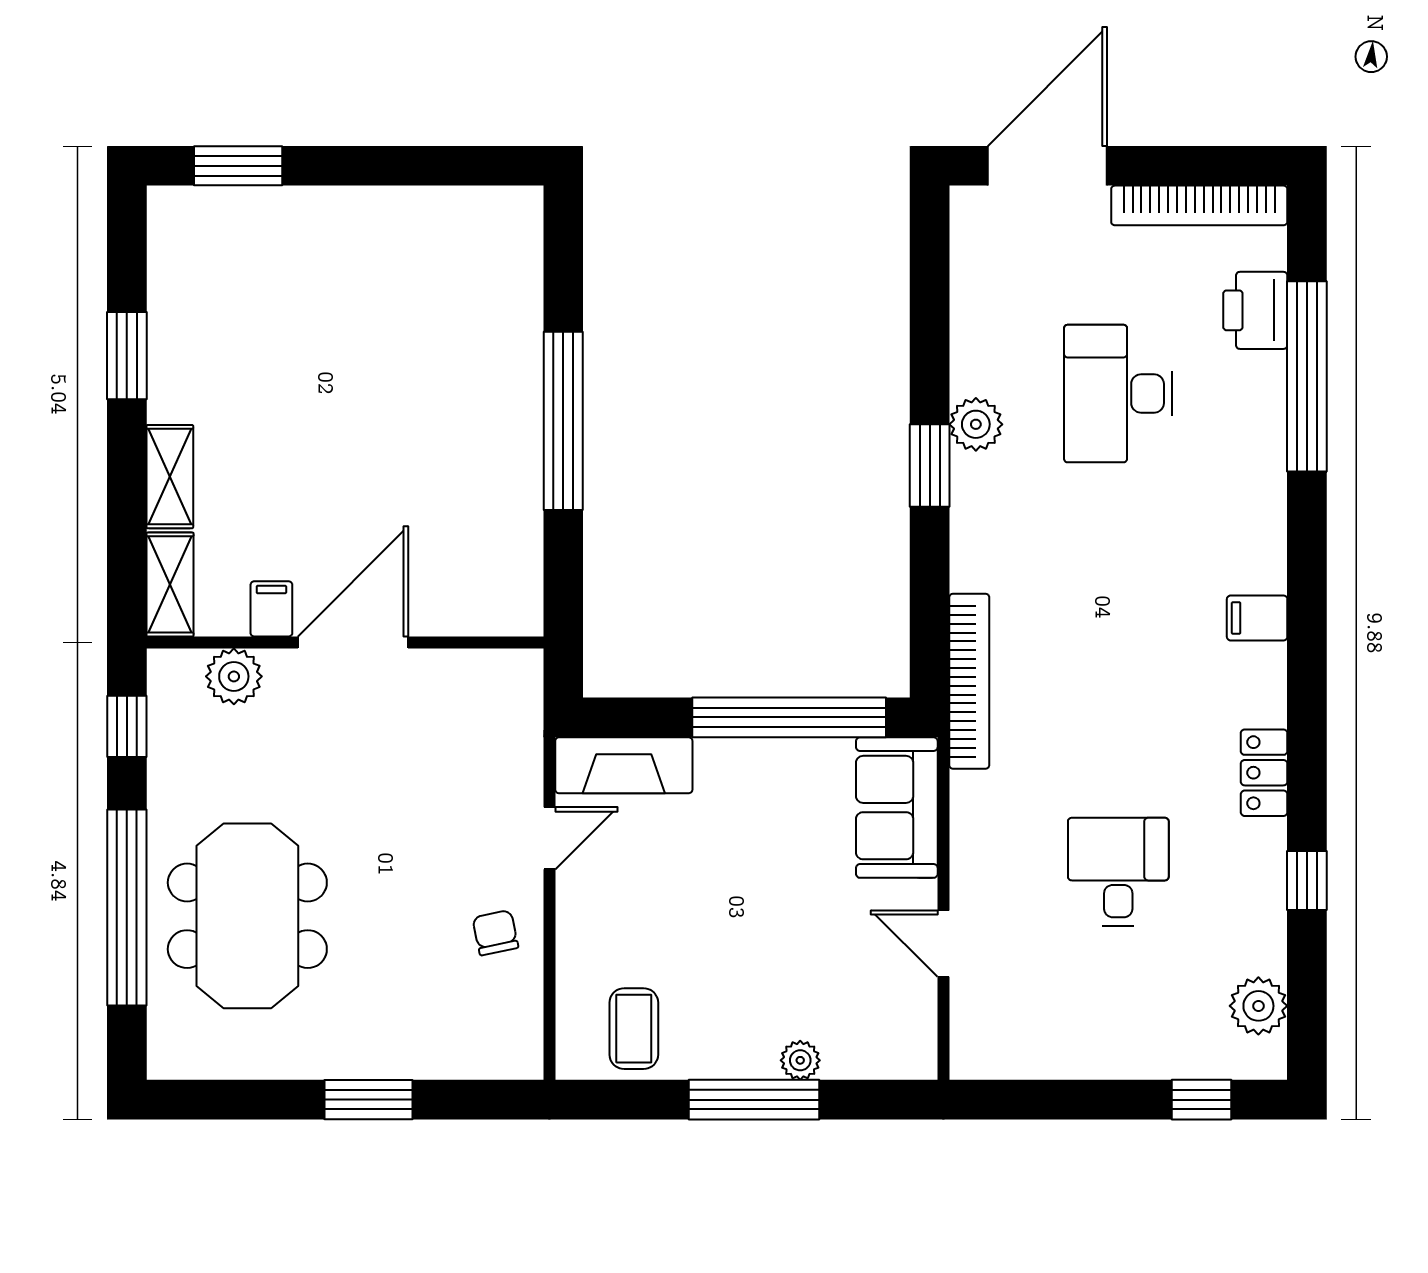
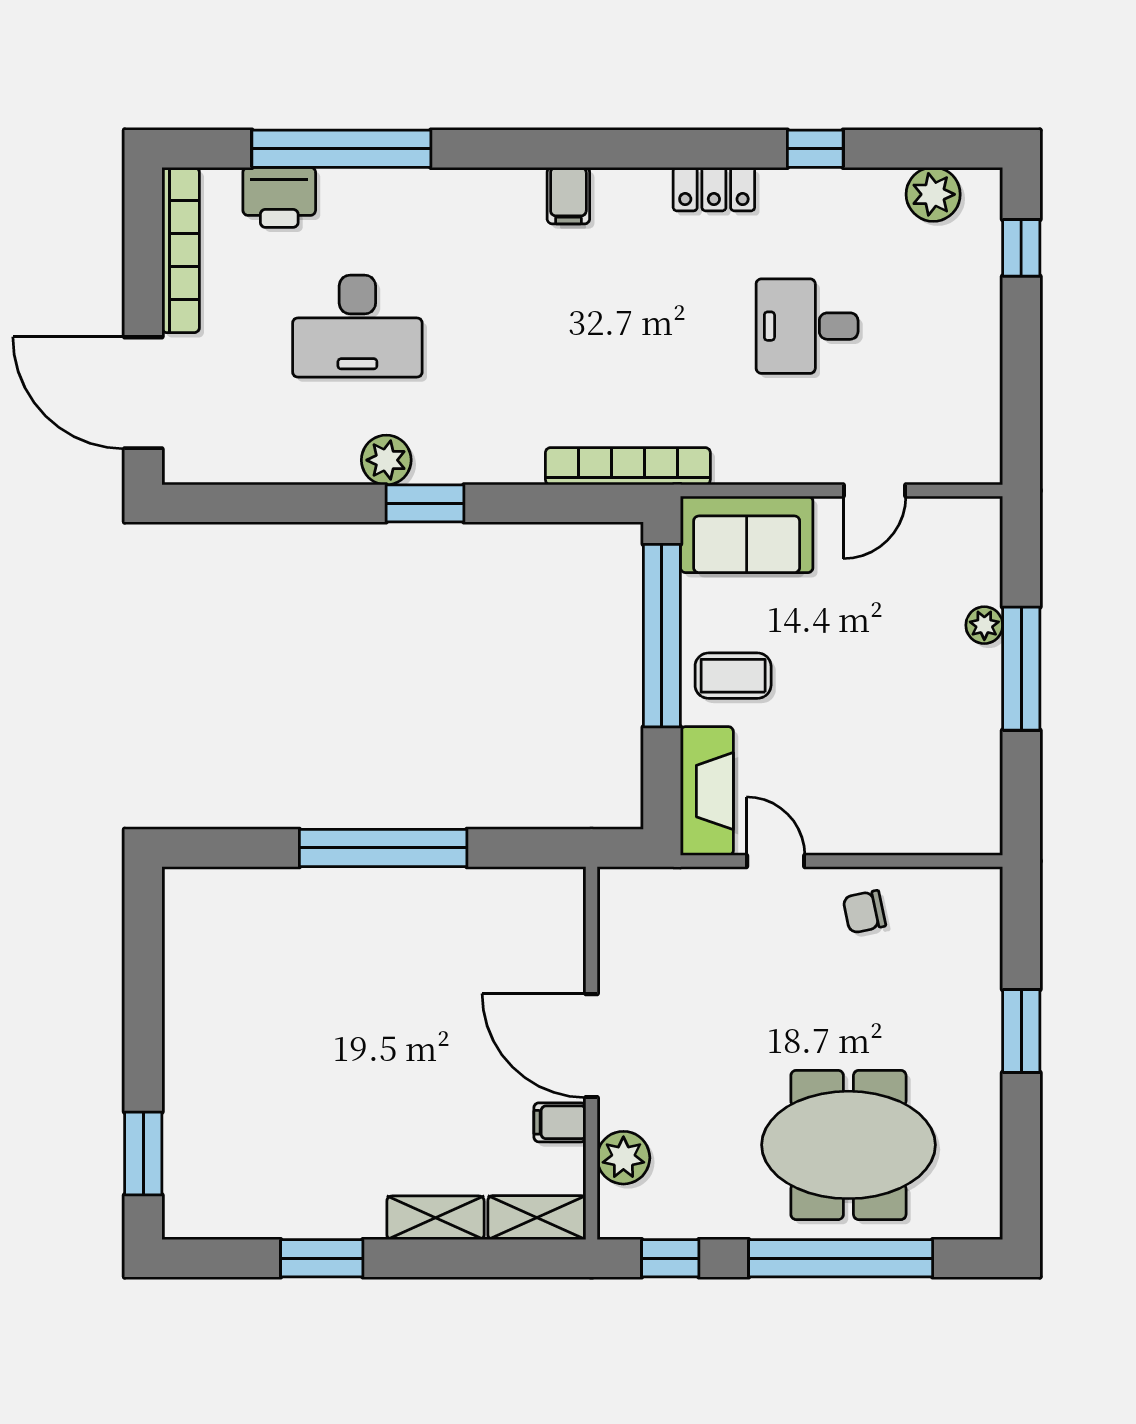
coffee table: (634, 1029) -> (733, 676), moved

